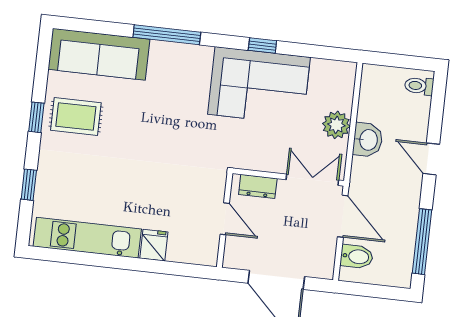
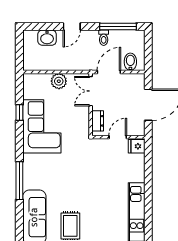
window: (262, 46) -> (19, 112), moved
toilet: (419, 86) -> (104, 38), moved
washbasin: (368, 140) -> (47, 38), moved, turned 180
fridge: (154, 245) -> (137, 146), moved

